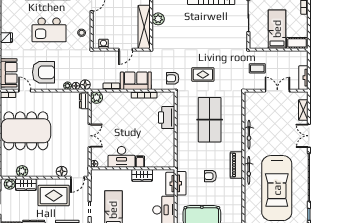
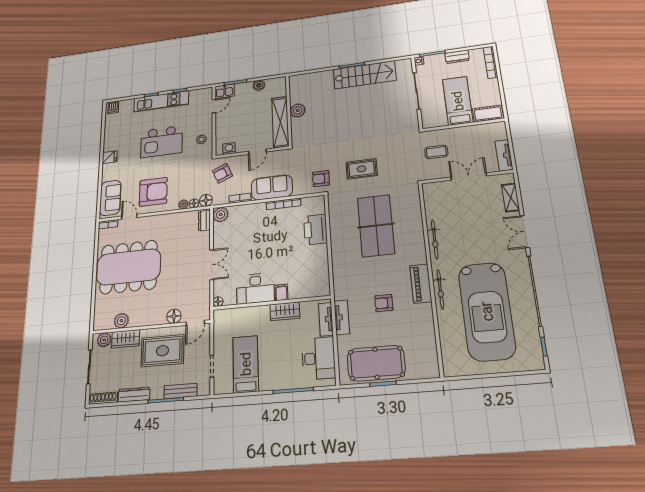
armchair: (98, 64) -> (222, 173), added

